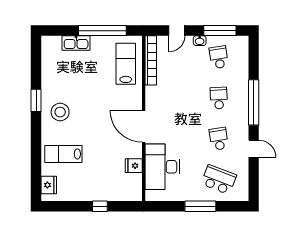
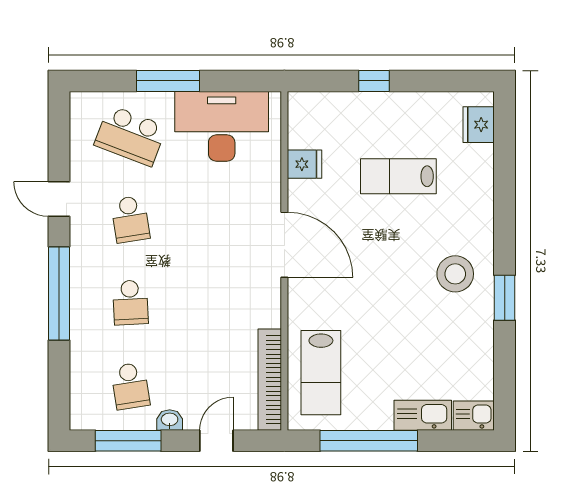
kitchen sink: (51, 43) -> (474, 416), added
lab bench: (63, 154) -> (398, 176), moved, turned 180
desk: (162, 167) -> (222, 126), moved, turned -90

